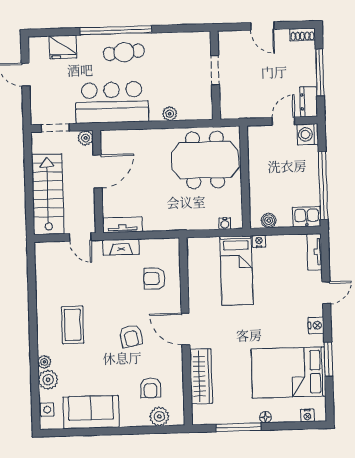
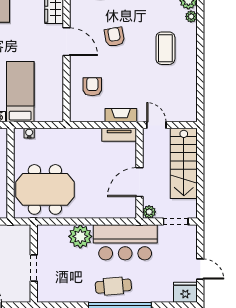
fridge: (63, 47) -> (185, 292), moved
plant: (170, 114) -> (80, 236), width x1.87, depth x1.87
armchair: (154, 279) -> (92, 87), turned -90

